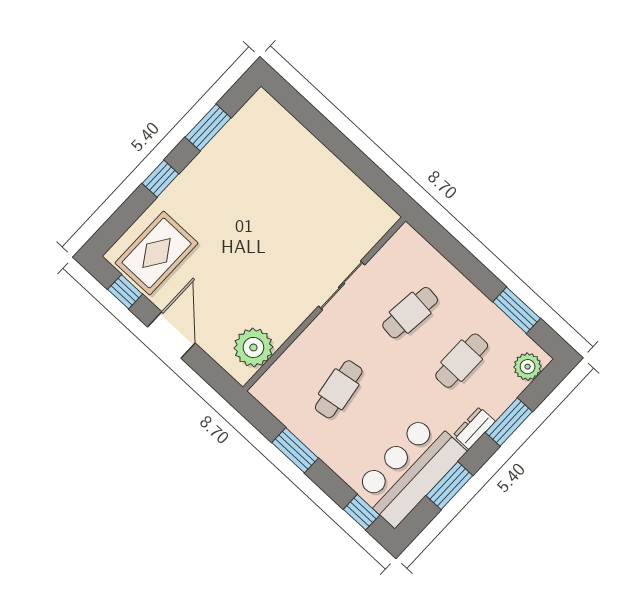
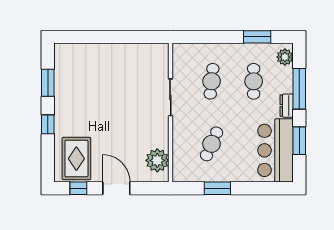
cafe table: (339, 389) -> (212, 144), turned 33
window: (509, 422) -> (299, 89), width x1.44
window: (362, 512) -> (272, 188), removed

